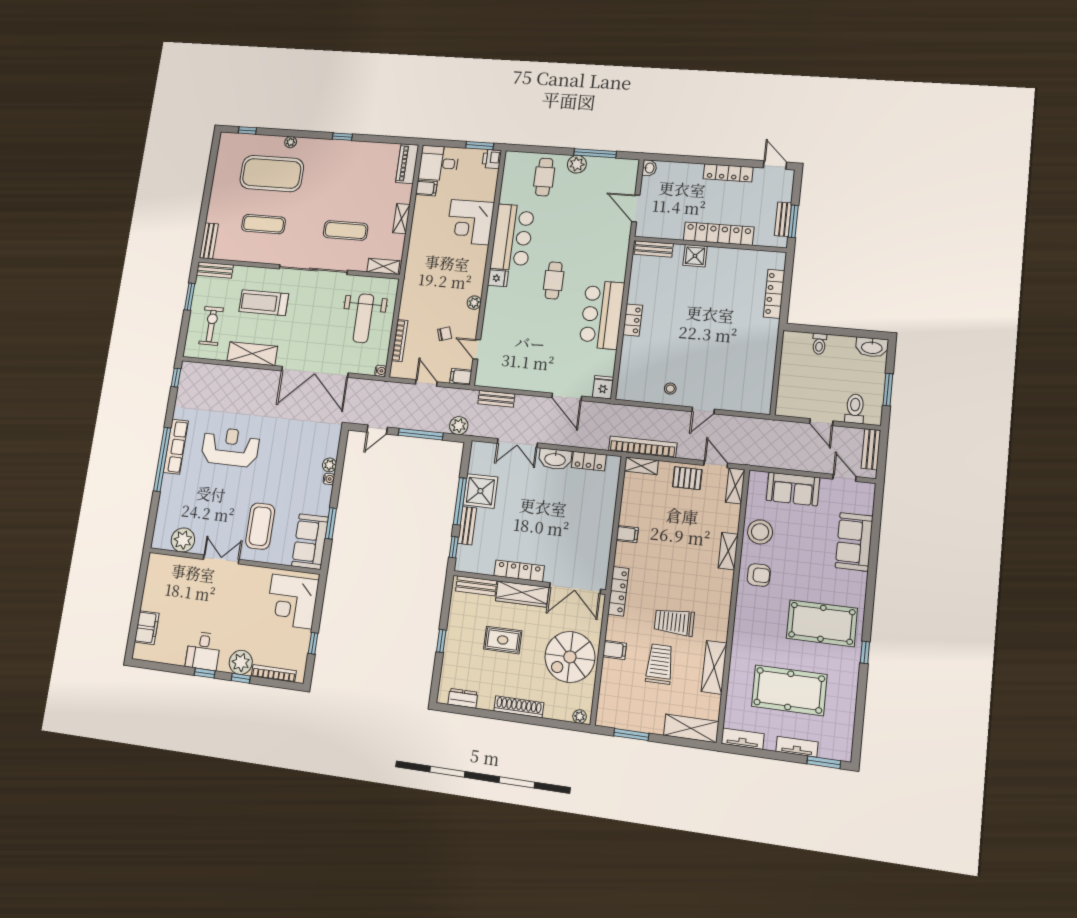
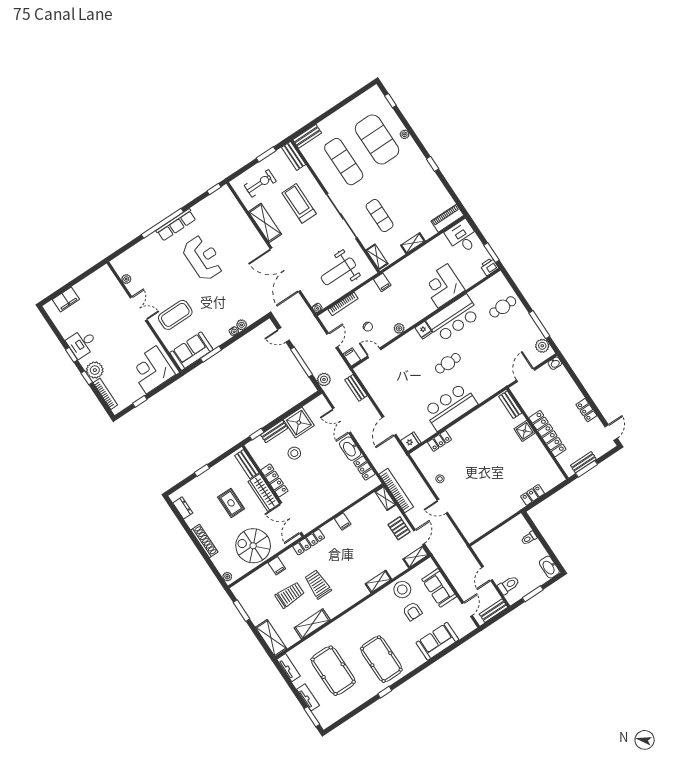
plant: (577, 164) -> (542, 346), moved
locker: (728, 173) -> (586, 410), width x0.66
filing cabinet: (426, 188) -> (382, 282), moved
exercise mat: (264, 224) -> (344, 162), width x1.36, depth x1.45
locker: (774, 294) -> (533, 495), width x0.66
locker: (633, 320) -> (439, 441), moved
door: (477, 349) -> (374, 353), hinge flipped
window: (460, 501) -> (284, 416), removed
stool: (508, 524) -> (294, 453), added
plant: (183, 540) -> (126, 279), width x0.53, depth x0.53
armchair: (759, 575) -> (412, 611), moved

